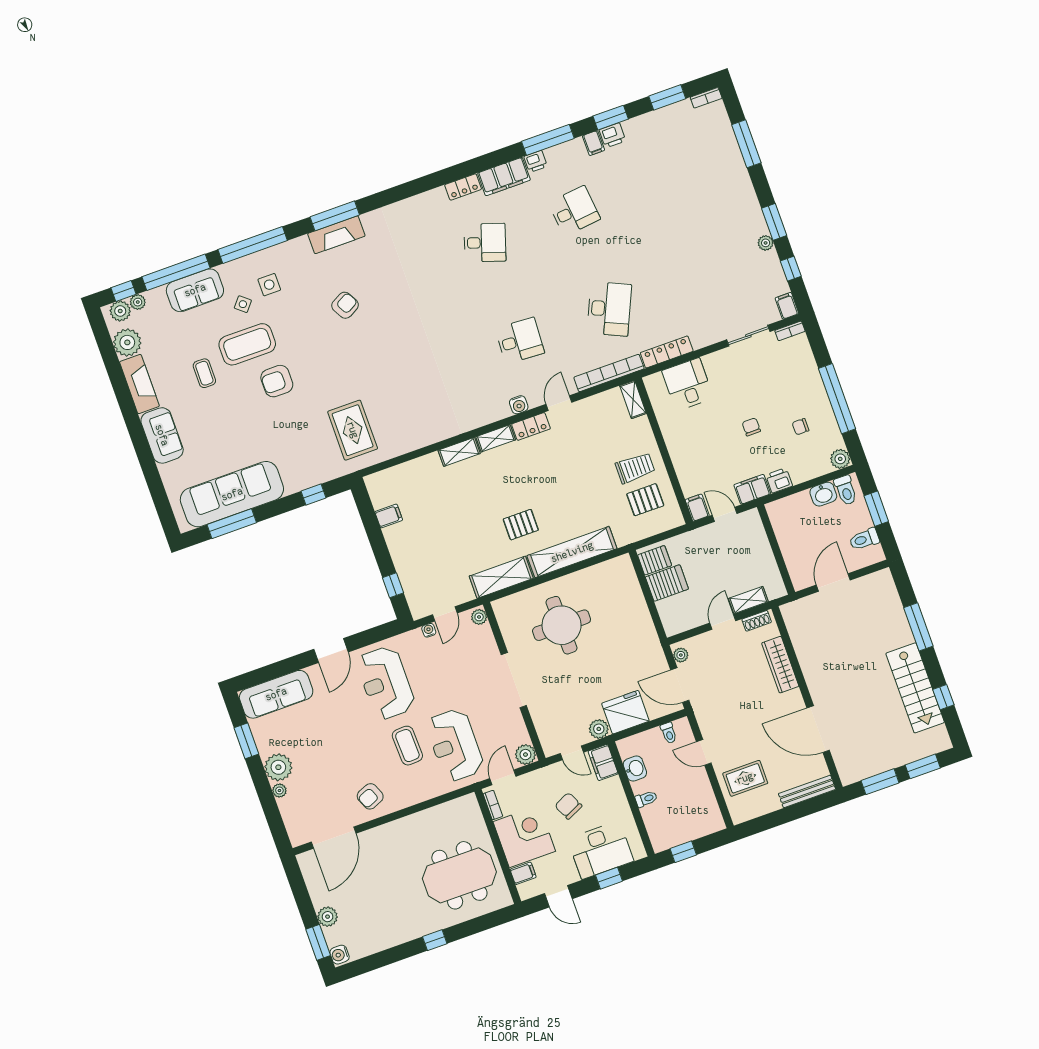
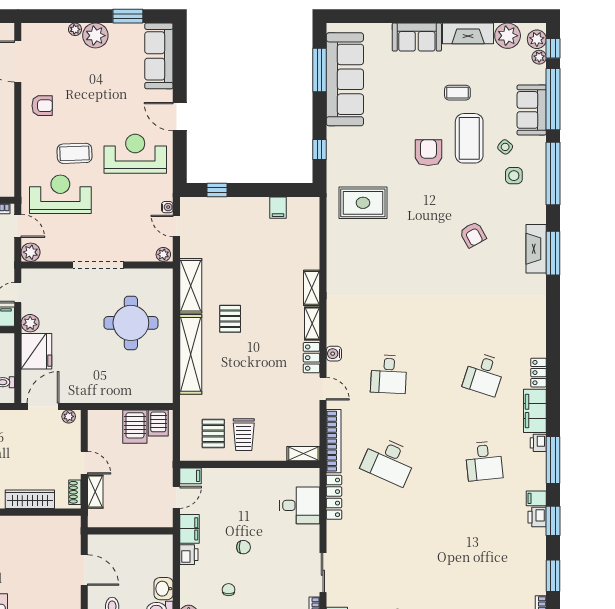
armchair: (370, 796) -> (42, 106), turned 113

